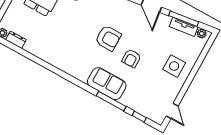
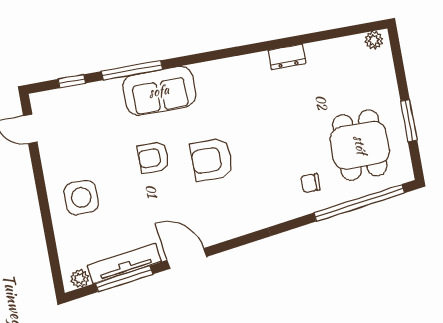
tv unit: (184, 27) -> (124, 264), width x1.41
dresser: (16, 40) -> (287, 57), moved
armchair: (131, 58) -> (153, 158), turned -90

